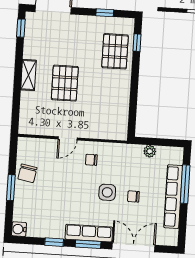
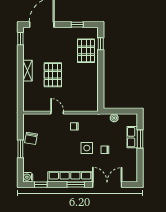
door: (68, 138) -> (57, 113), swing flipped
window: (185, 184) -> (140, 139), width x0.69
row of seats: (173, 197) -> (132, 137), width x0.50
row of seats: (89, 233) -> (70, 177), width x1.36
window: (54, 242) -> (41, 185), moved

